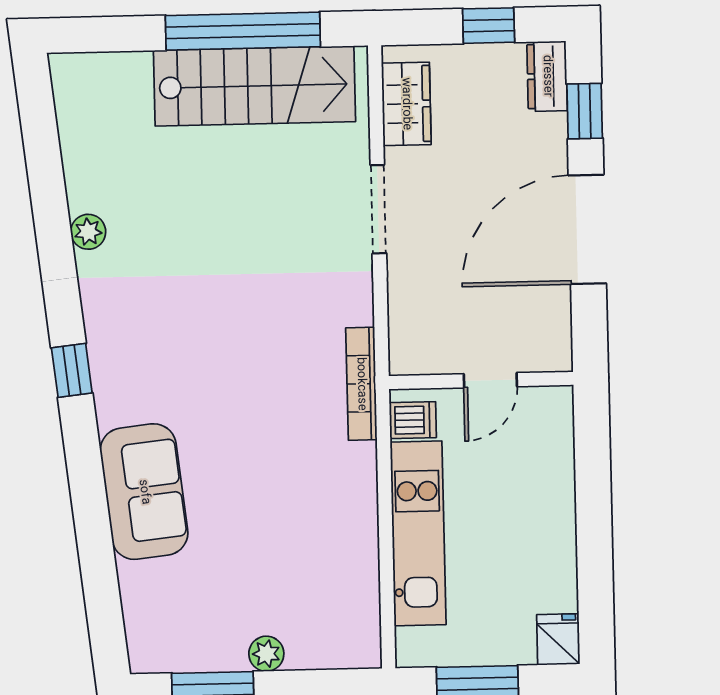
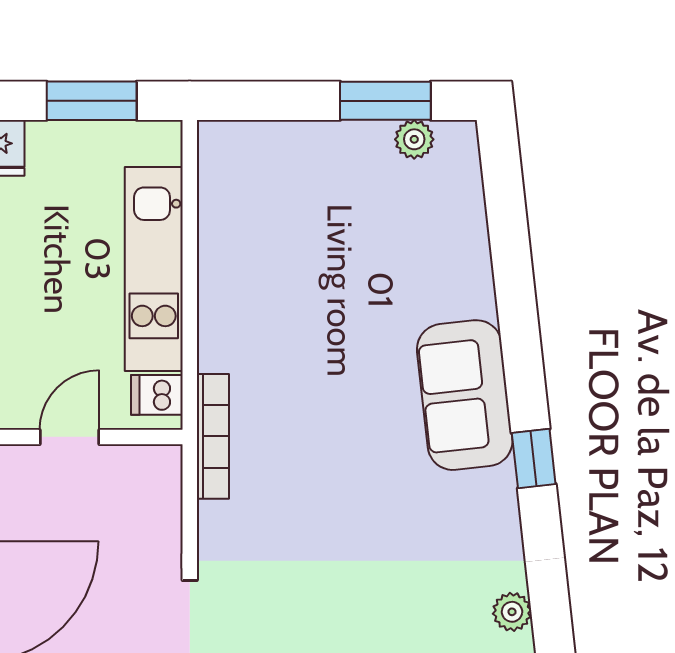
sofa: (144, 492) -> (465, 395), moved
plant: (266, 654) -> (414, 139), moved

